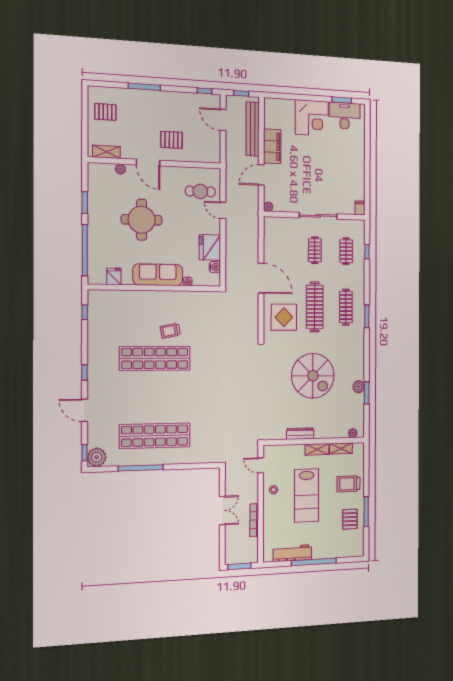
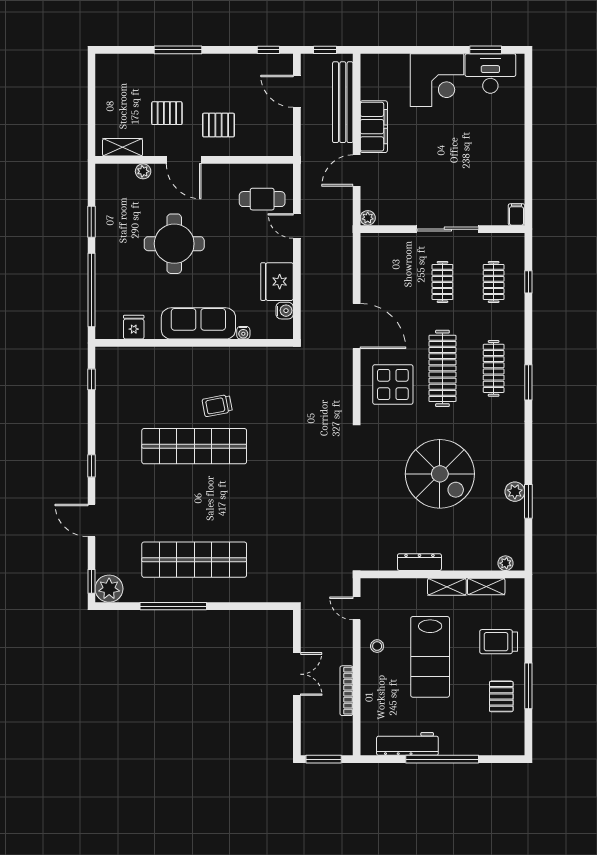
pallet: (105, 112) -> (167, 113), moved

